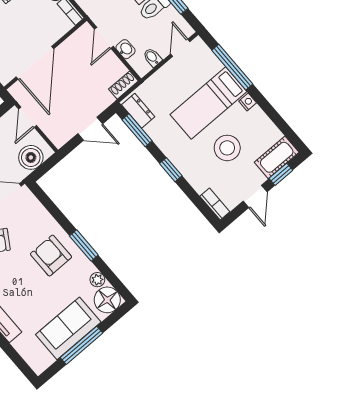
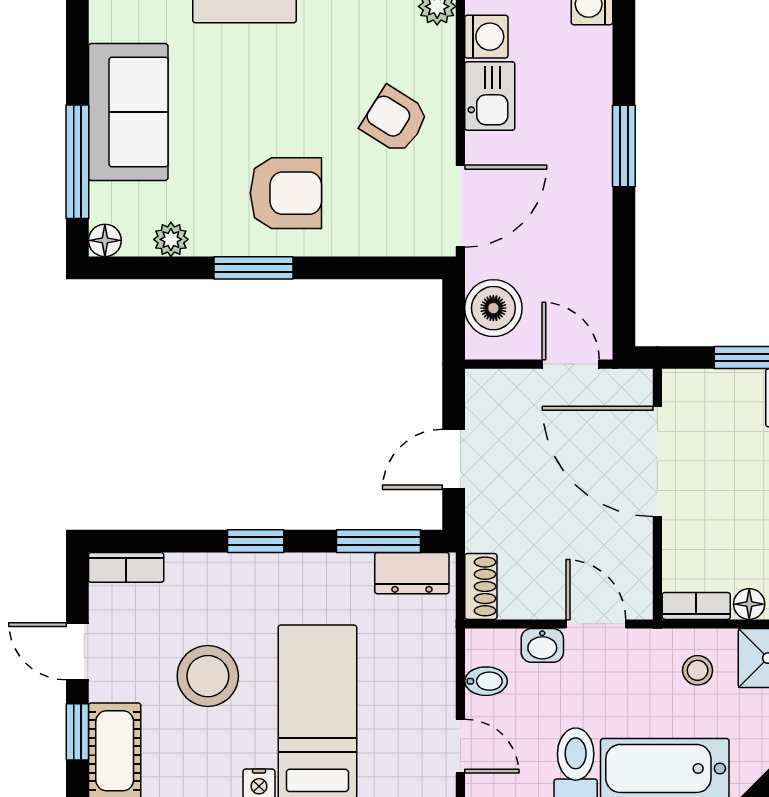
floor lamp: (107, 300) -> (105, 240), width x0.53, depth x0.53
window: (81, 345) -> (77, 162), moved

